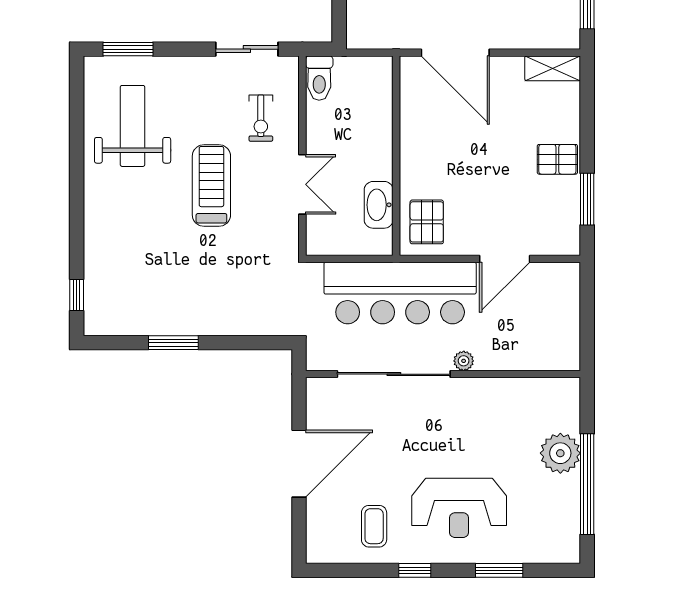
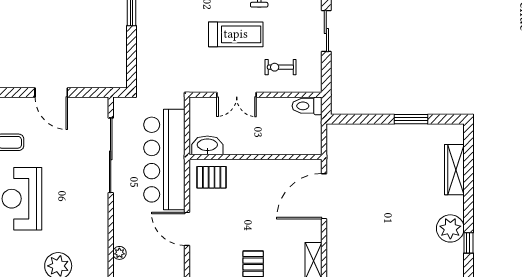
sliding door: (247, 49) -> (326, 31), moved
washbasin: (379, 205) -> (207, 145), moved
plant: (464, 361) -> (119, 253), moved
door: (299, 464) -> (51, 92), width x0.73

